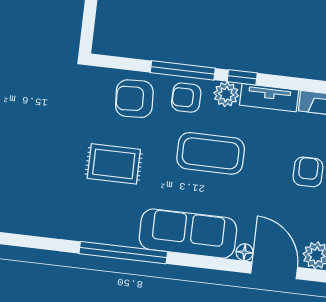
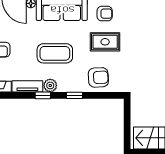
window: (183, 70) -> (75, 95), width x0.46
armchair: (186, 98) -> (105, 14), moved

